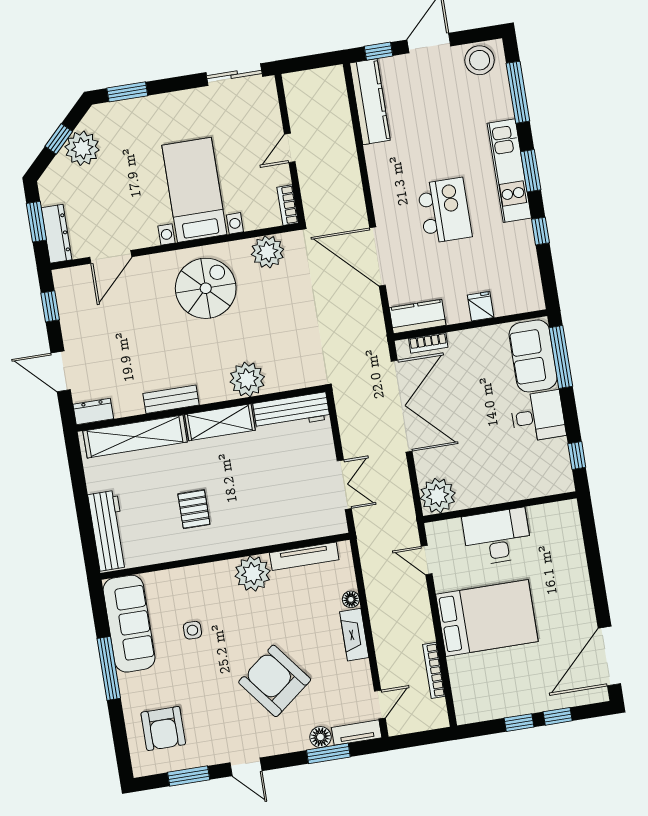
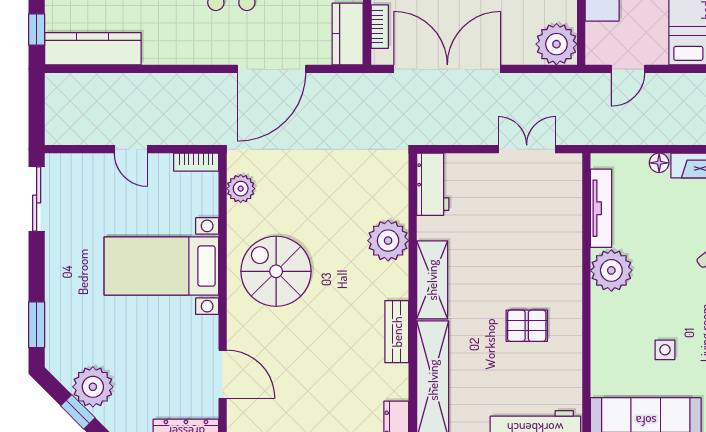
plant: (268, 252) -> (241, 189), width x0.73, depth x0.73
workbench: (291, 411) -> (433, 184), width x0.73

